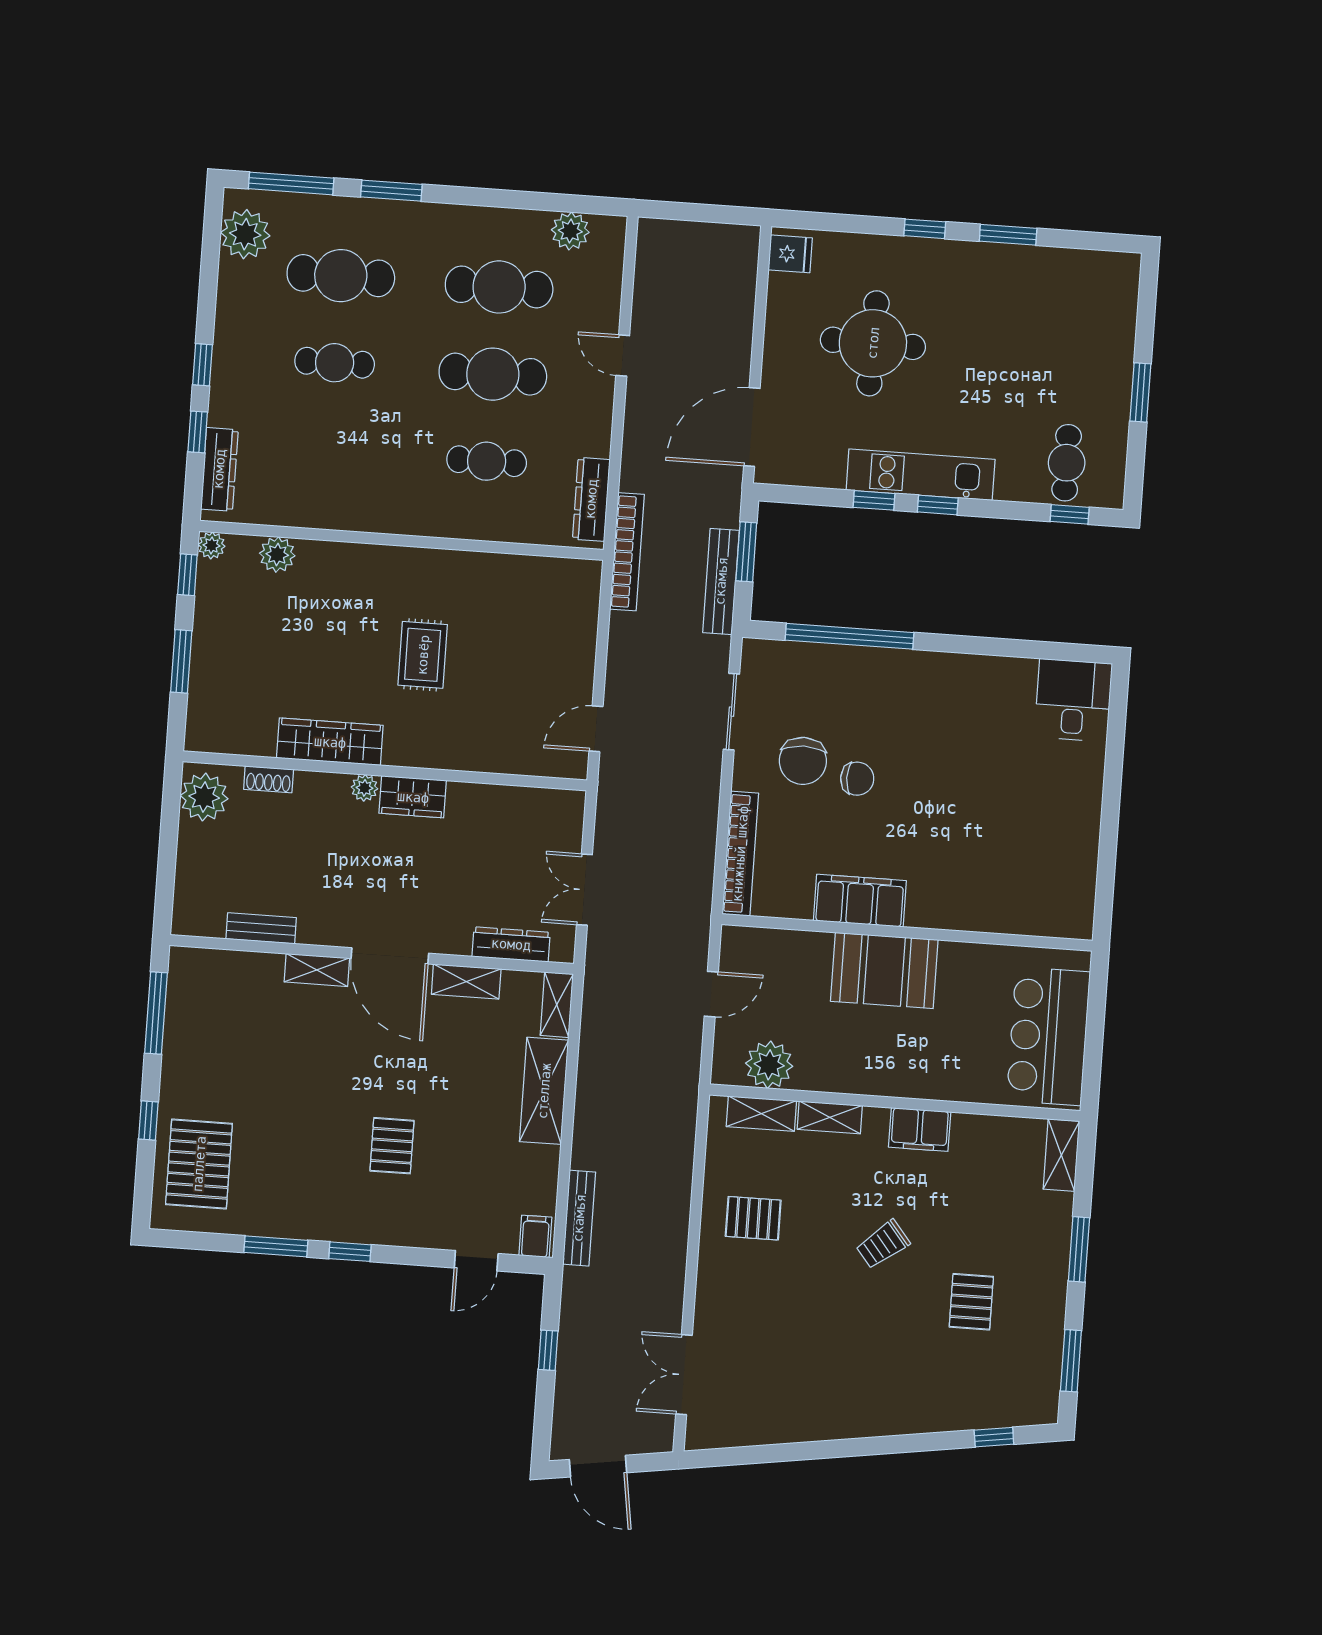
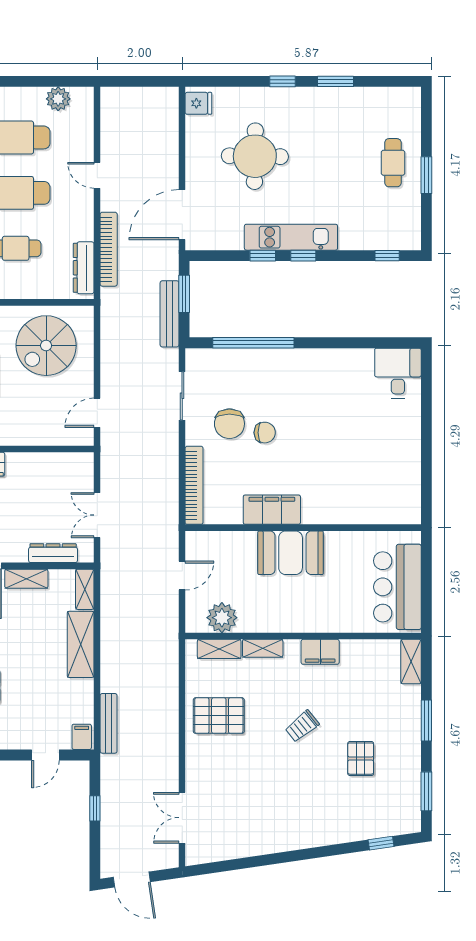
cafe table: (1067, 463) -> (393, 163), moved
bookcase: (627, 552) -> (109, 249), moved
spiral stairs: (523, 617) -> (46, 346), added
pallet: (753, 1218) -> (219, 716), width x1.50, depth x1.42

